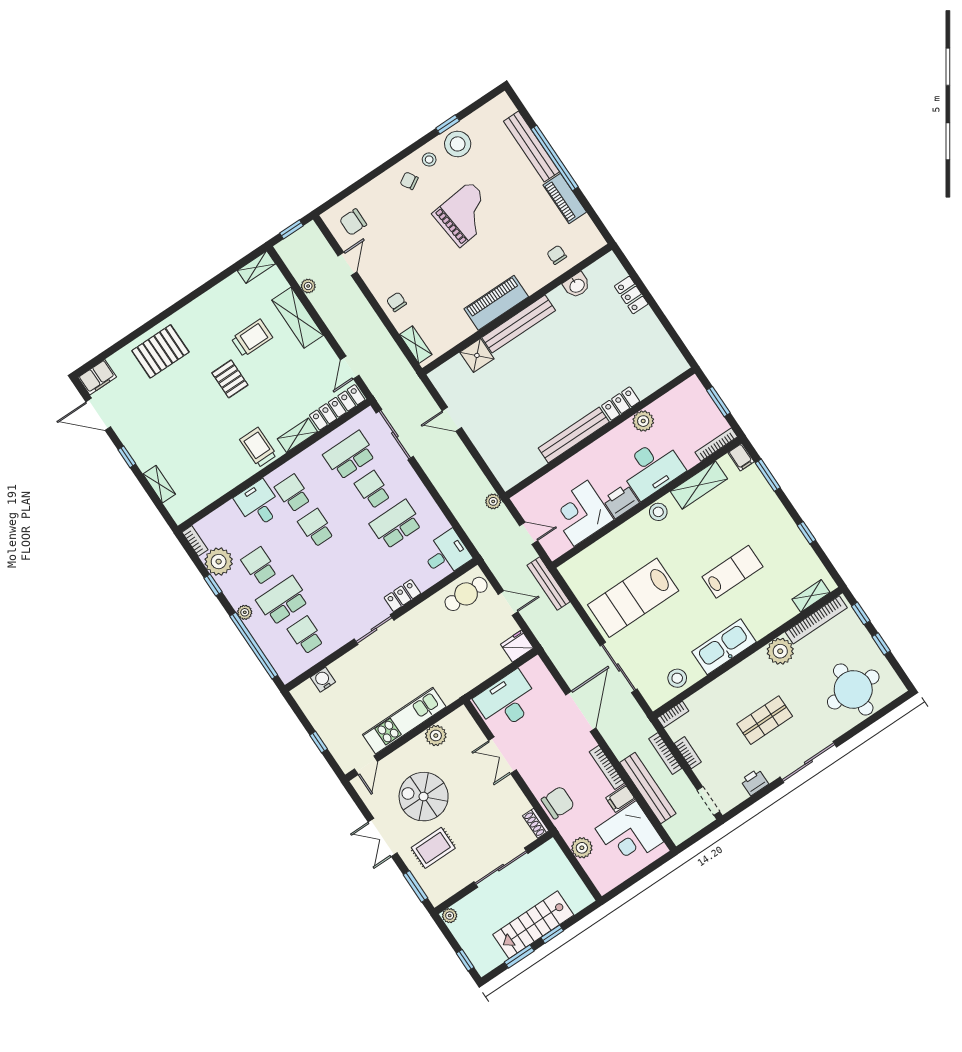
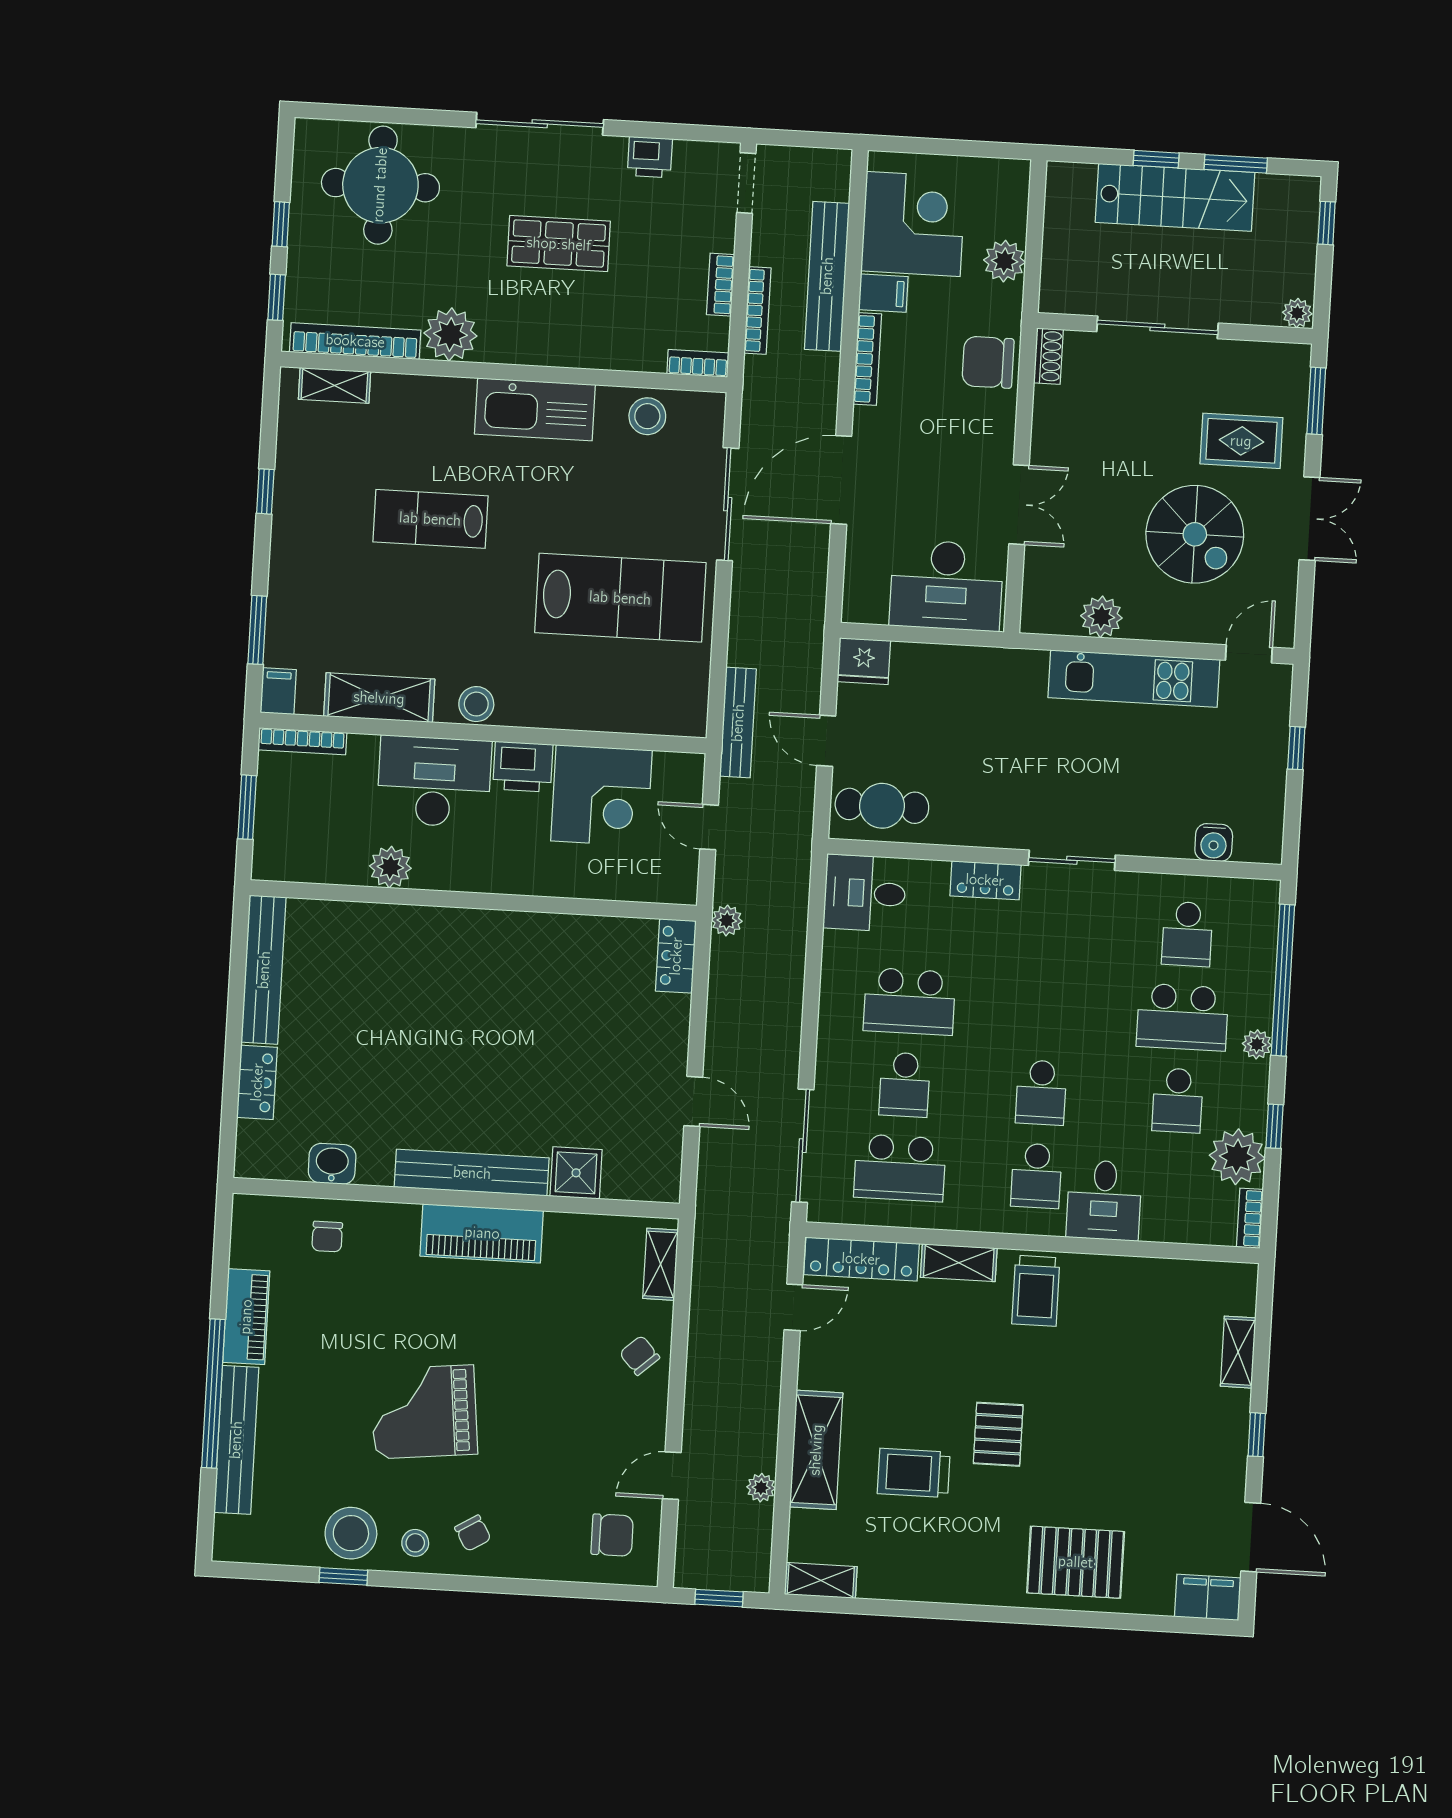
chair: (396, 302) -> (640, 1355), turned 138
locker: (621, 404) -> (676, 956), moved, turned 90
bench: (574, 435) -> (264, 970), moved, turned 90

